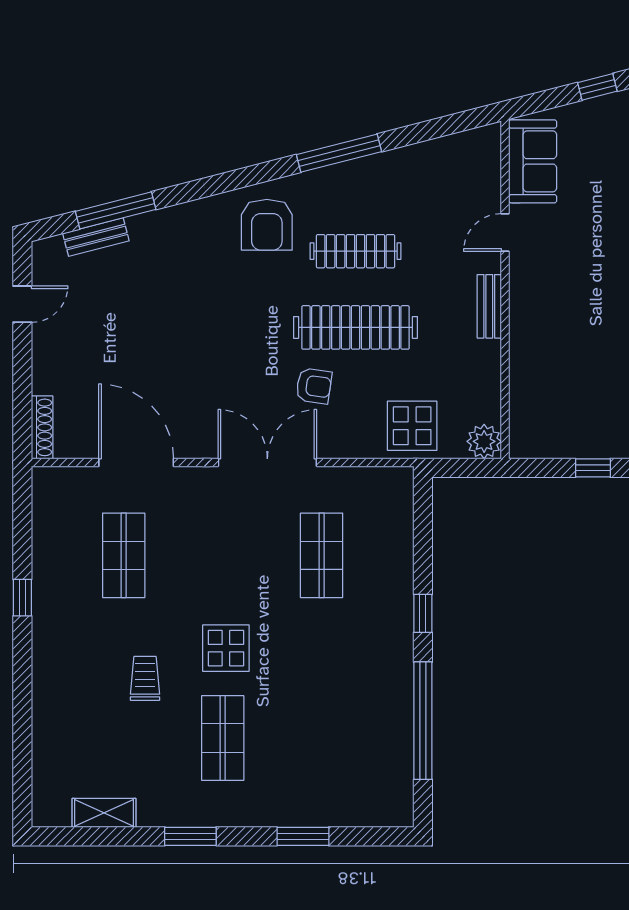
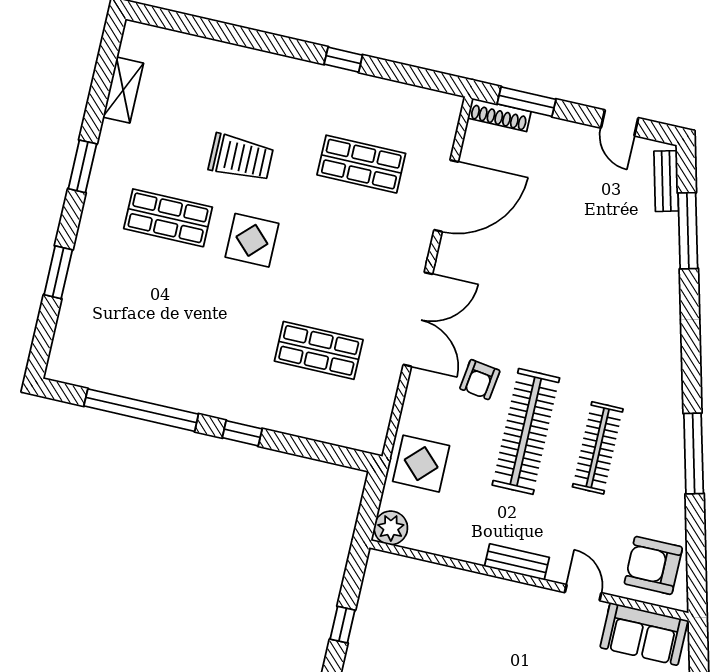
armchair: (267, 225) -> (653, 565), moved
bench: (96, 237) -> (666, 181), moved
window: (22, 403) -> (527, 102), added
trolley: (145, 678) -> (241, 158), width x1.36, depth x1.39

